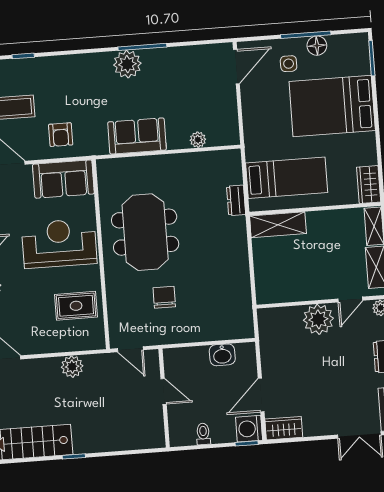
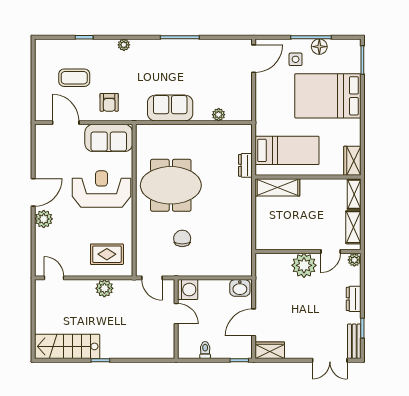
plant: (127, 64) -> (124, 45), moved, width x0.53, depth x0.53
meeting table: (145, 232) -> (171, 185), turned 90
rug: (76, 306) -> (107, 254), moved
washbasin: (222, 355) -> (240, 288), moved
washing machine: (249, 429) -> (188, 290), moved, turned 180

